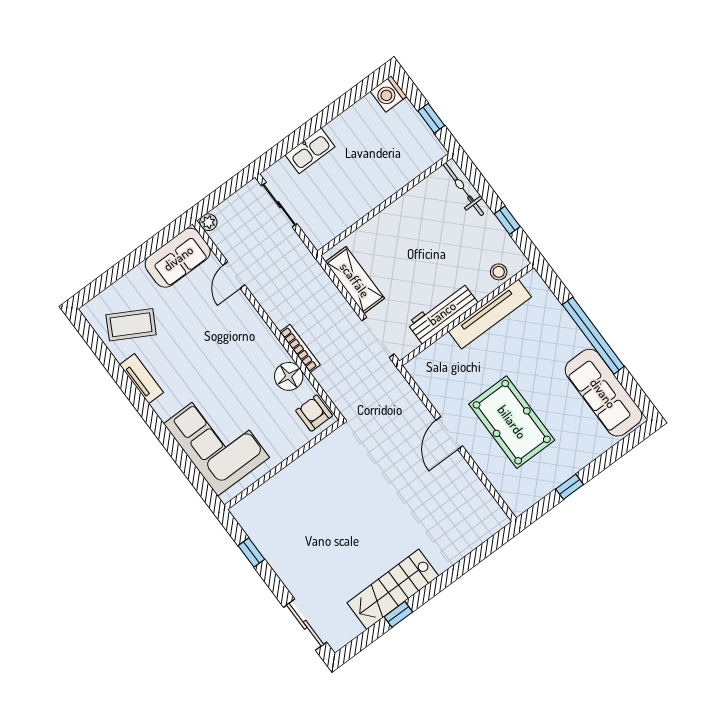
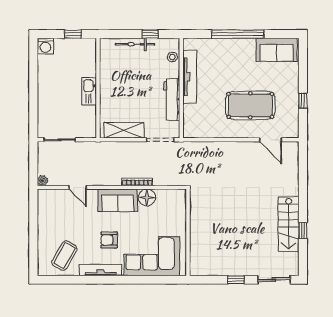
kitchen sink: (310, 151) -> (89, 91), moved, turned 180
bicycle: (463, 189) -> (135, 44), moved
sofa: (178, 258) -> (118, 200), moved, turned 90
tv unit: (142, 379) -> (101, 270), width x1.41
sofa: (603, 393) -> (277, 50), width x0.73
armchair: (314, 413) -> (109, 240), moved
door: (449, 433) -> (271, 140), moved
window: (251, 552) -> (236, 280), moved

